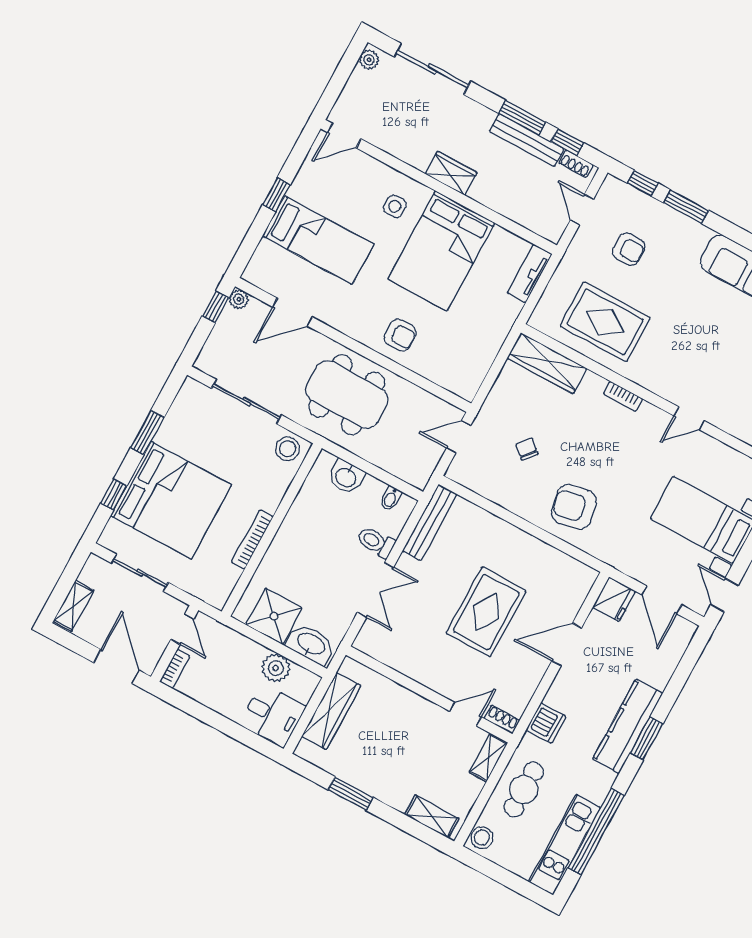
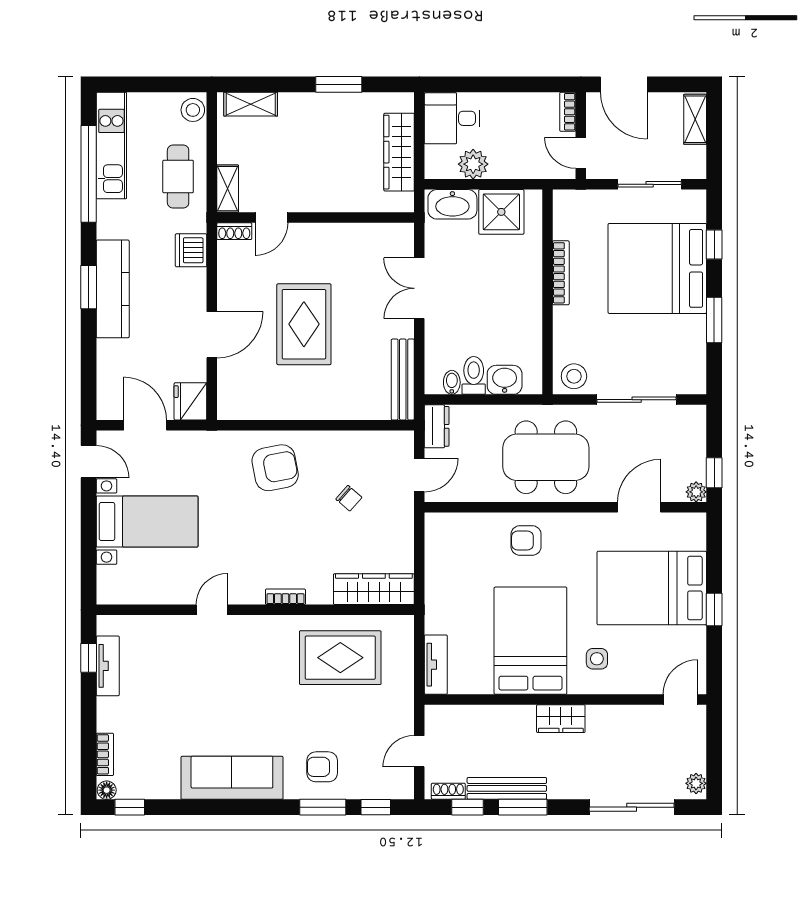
door: (582, 210) -> (419, 751), swing flipped
bed: (318, 240) -> (652, 588), width x1.50
armchair: (629, 249) -> (322, 767), moved
dresser: (423, 469) -> (437, 426), added
toilet: (376, 542) -> (474, 375), moved, turned -90

